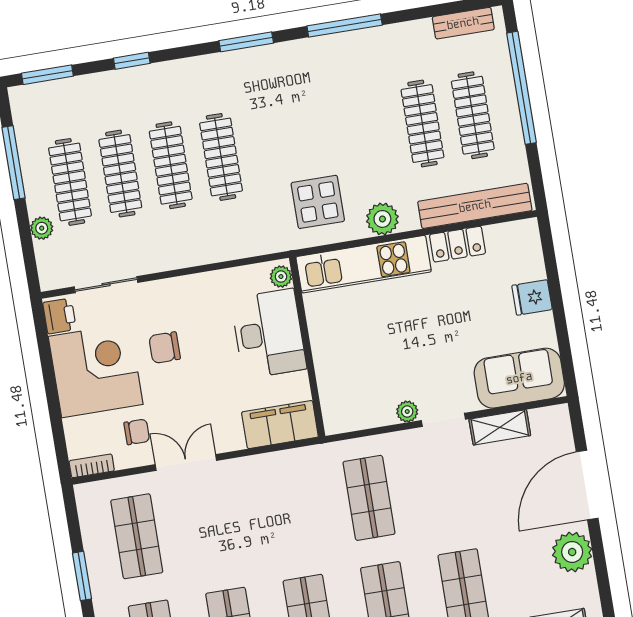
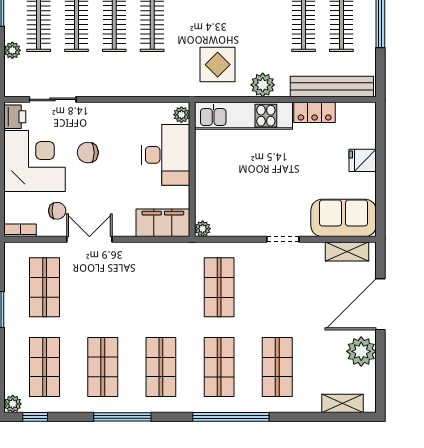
plant: (407, 412) -> (203, 229), moved
shelving: (500, 427) -> (347, 252), moved

